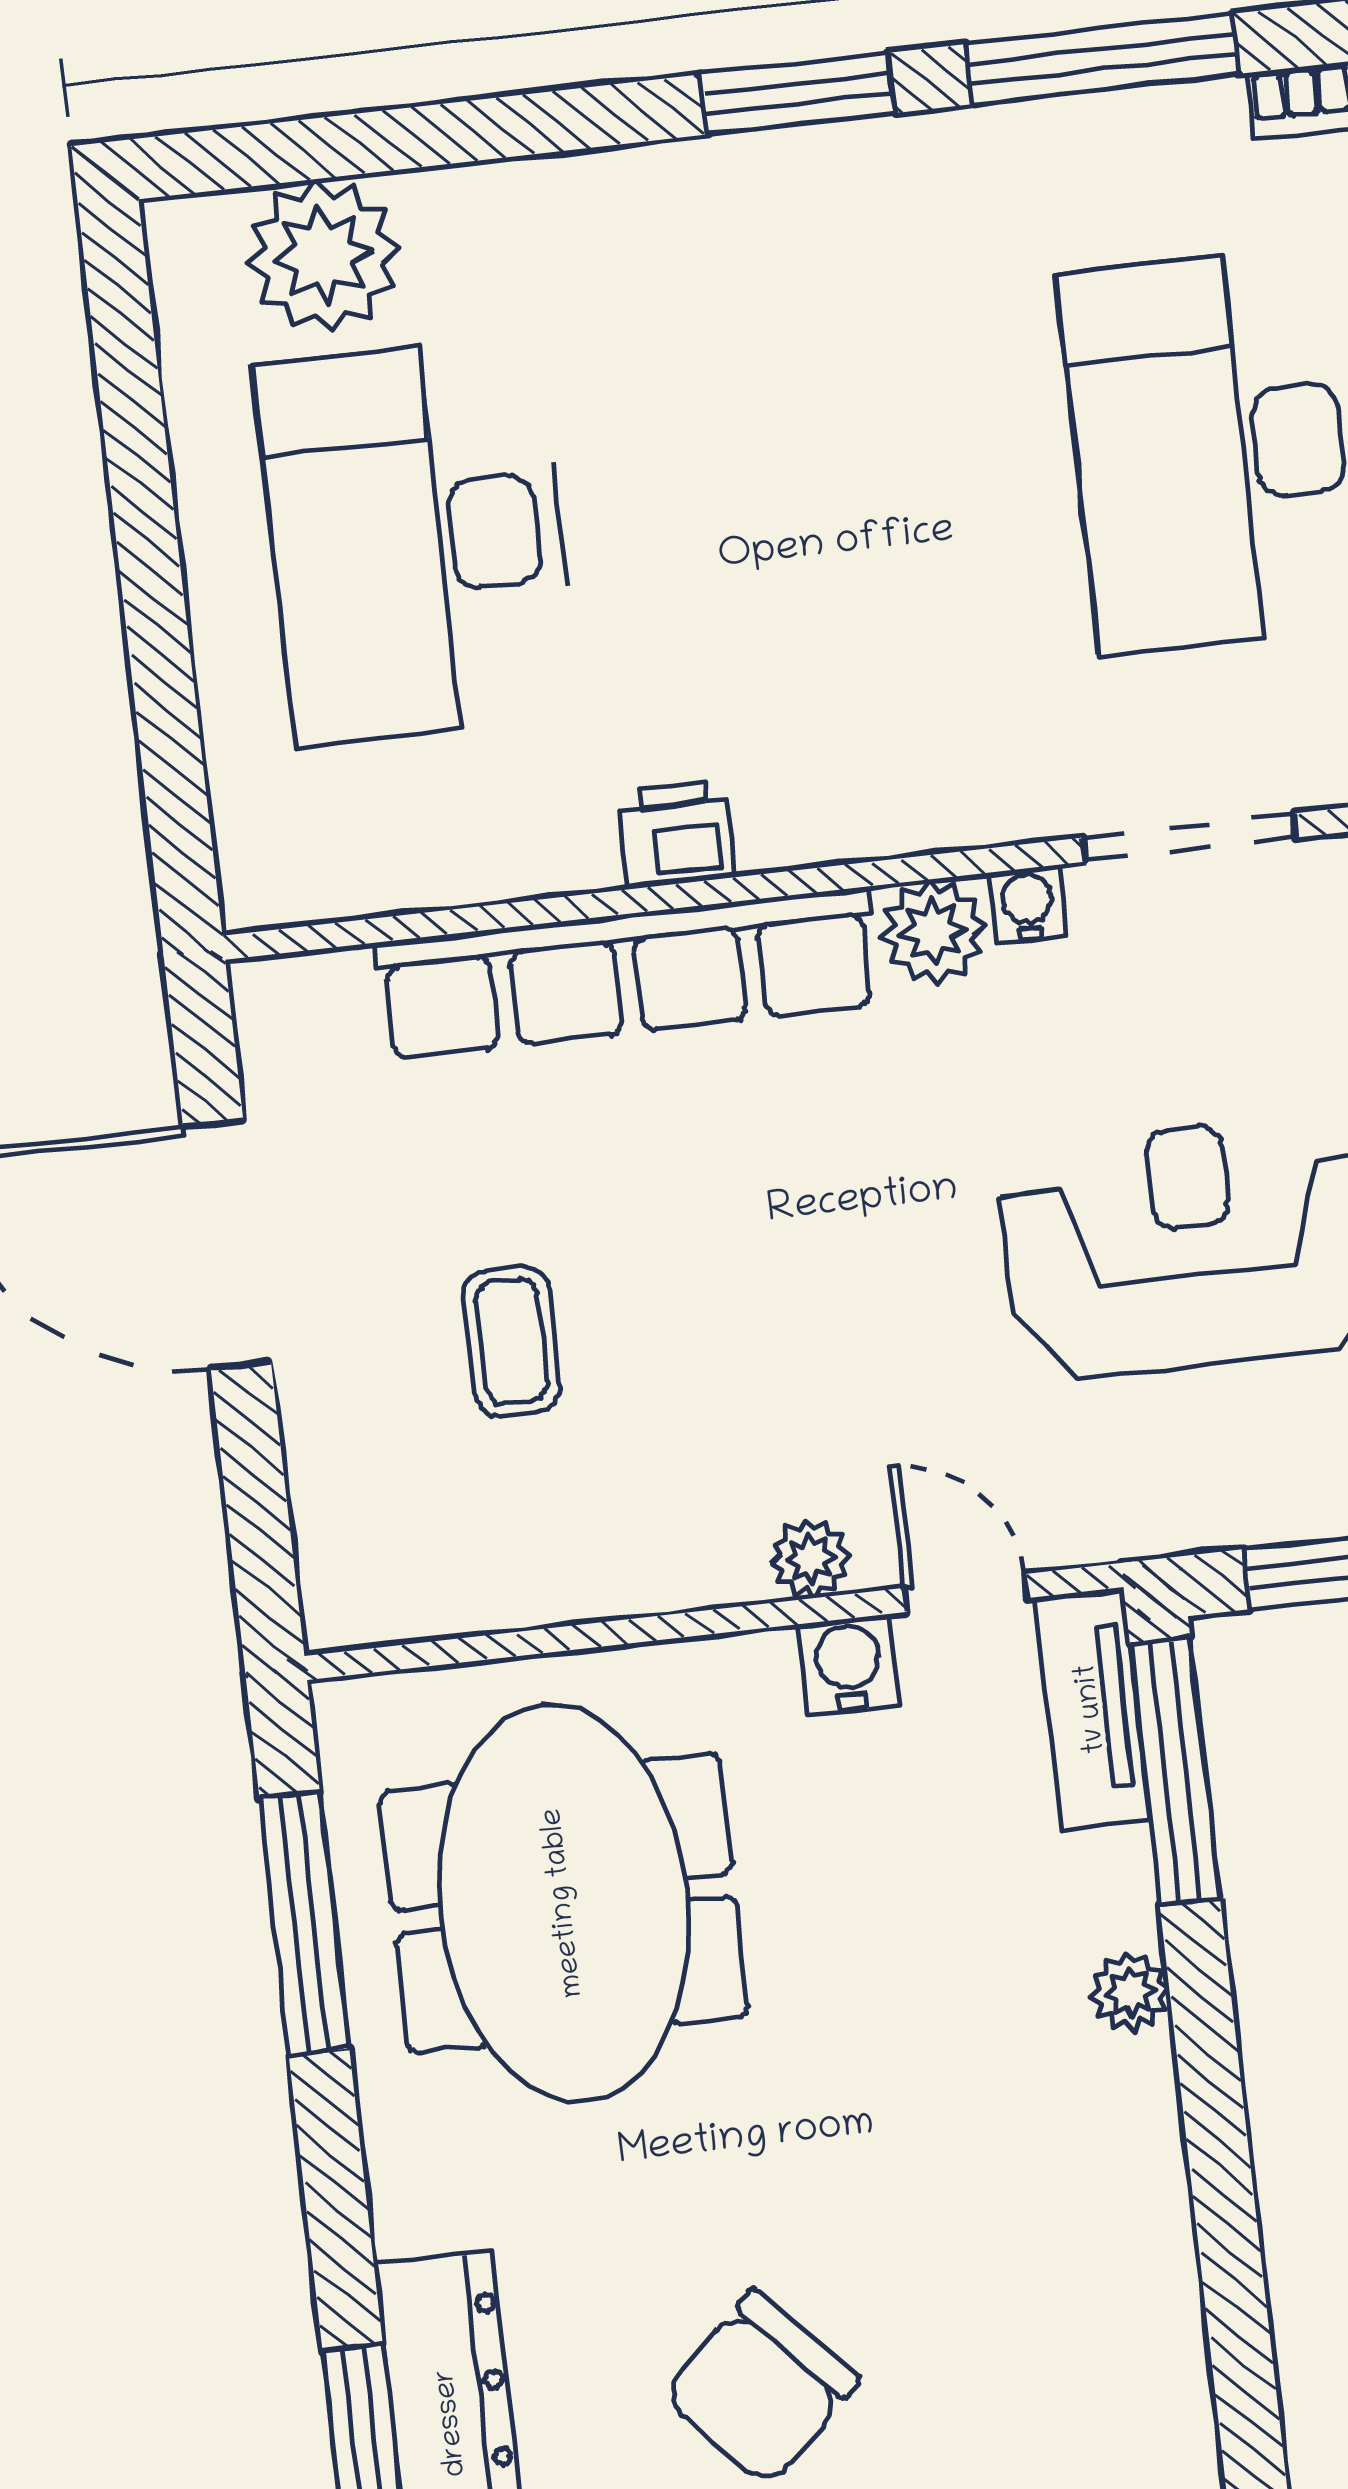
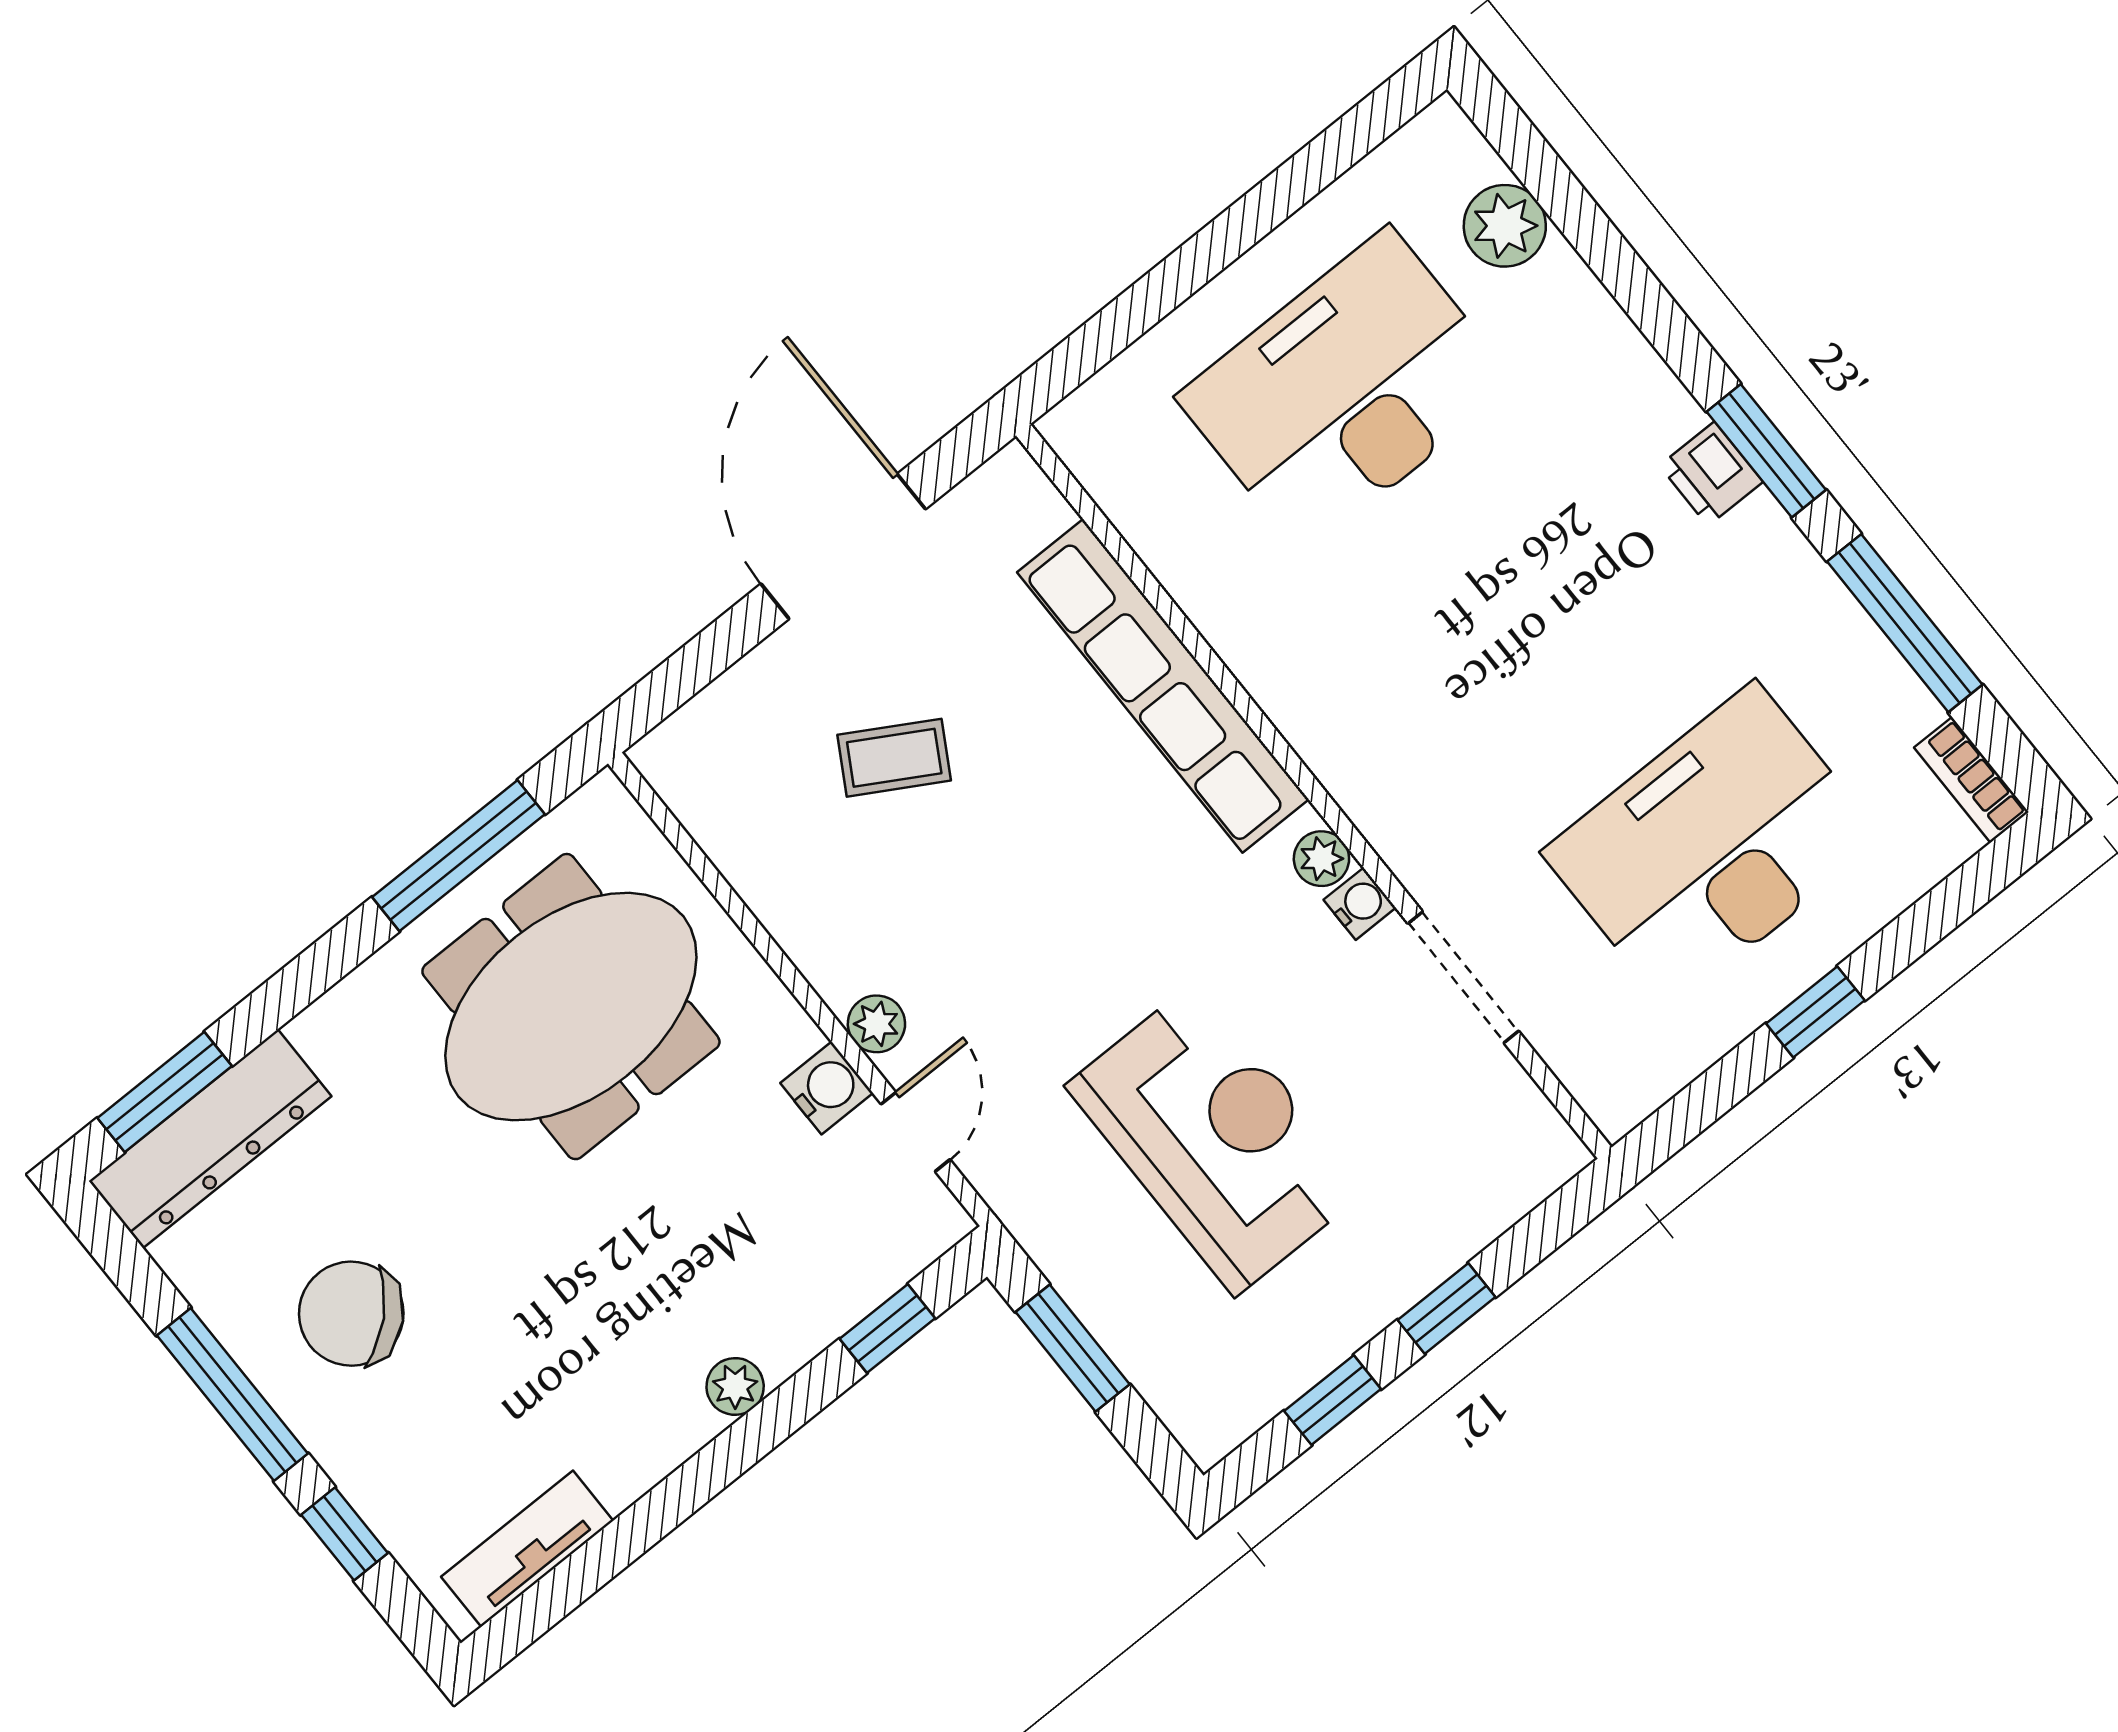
plant: (323, 256) -> (1505, 226), width x0.73, depth x0.73
printer: (676, 834) -> (1711, 474), moved, turned 180
plant: (934, 932) -> (1321, 859), width x0.73, depth x0.73
coffee table: (512, 1341) -> (894, 758), turned 30
tv unit: (1092, 1709) -> (527, 1549), moved
window: (1175, 1771) -> (887, 1329), width x0.46

